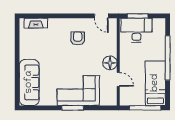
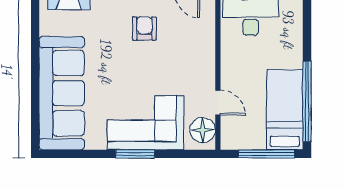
window: (168, 58) -> (307, 101), moved
floor lamp: (110, 63) -> (203, 130), moved
sofa: (29, 82) -> (62, 93), width x1.36, depth x1.27

